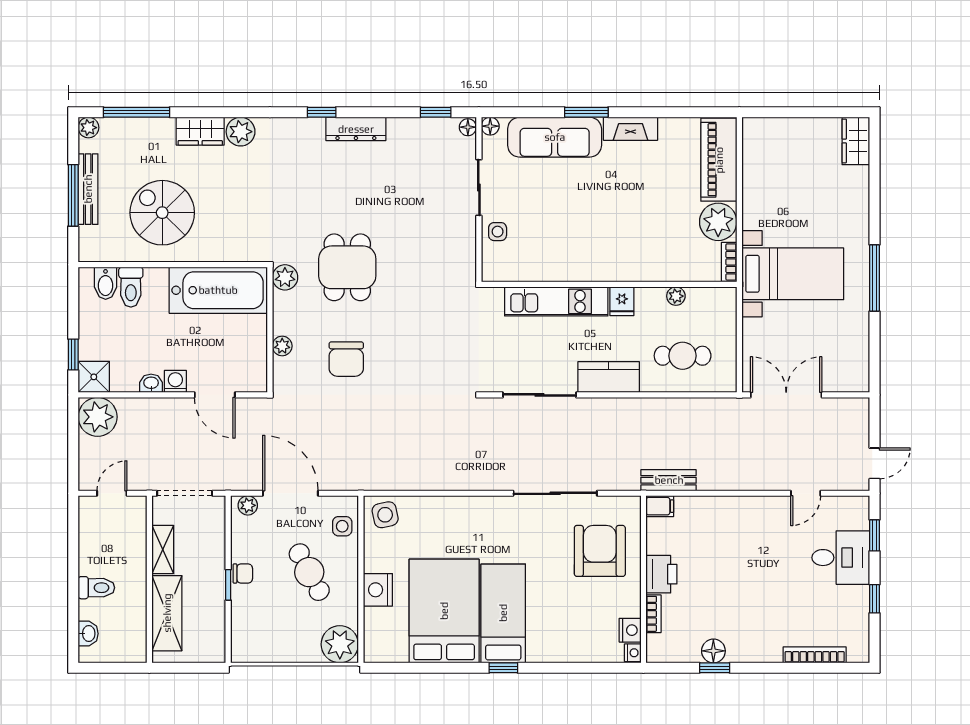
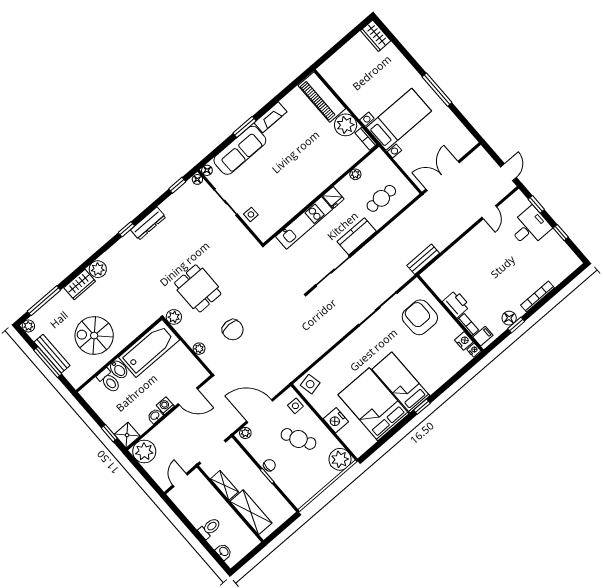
bidet: (106, 283) -> (119, 369), moved
filing cabinet: (660, 506) -> (483, 336), moved
bookcase: (815, 655) -> (537, 297), moved

